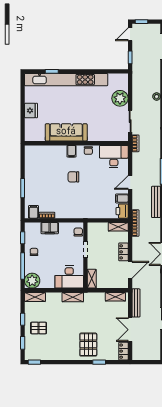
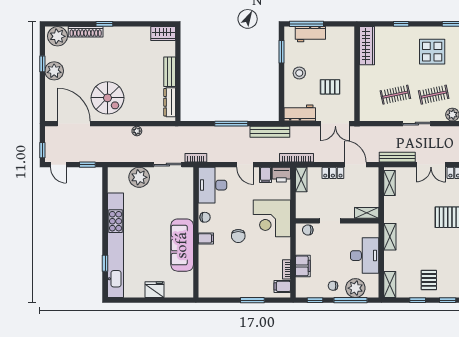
corner desk: (87, 204) -> (272, 218), added
desk: (69, 277) -> (365, 256), moved
plant: (32, 281) -> (355, 288), moved

